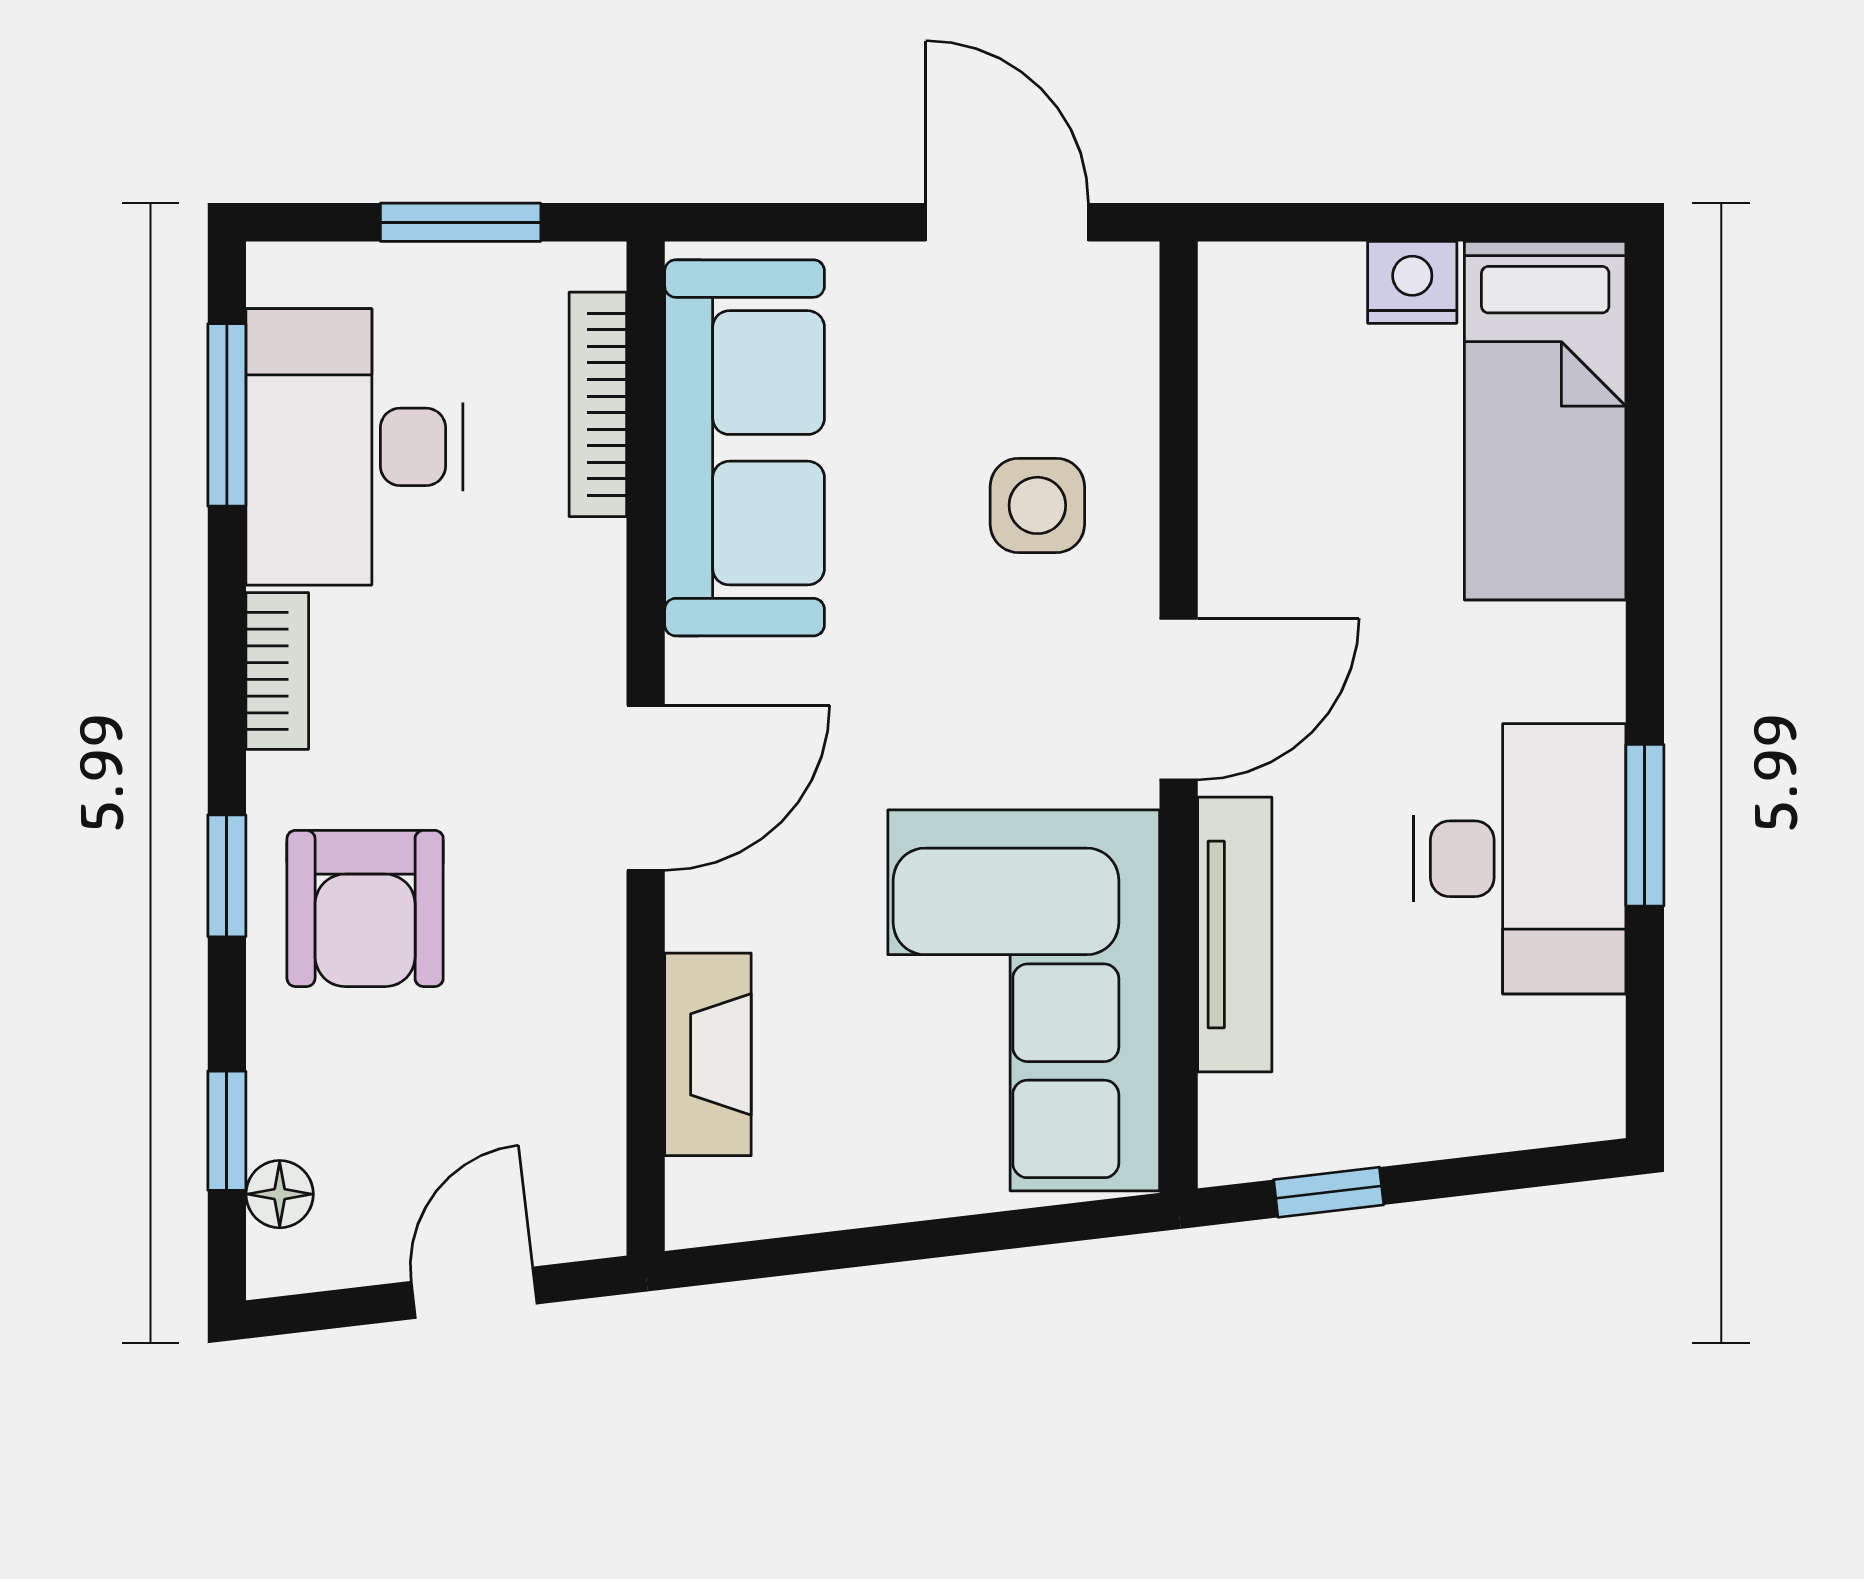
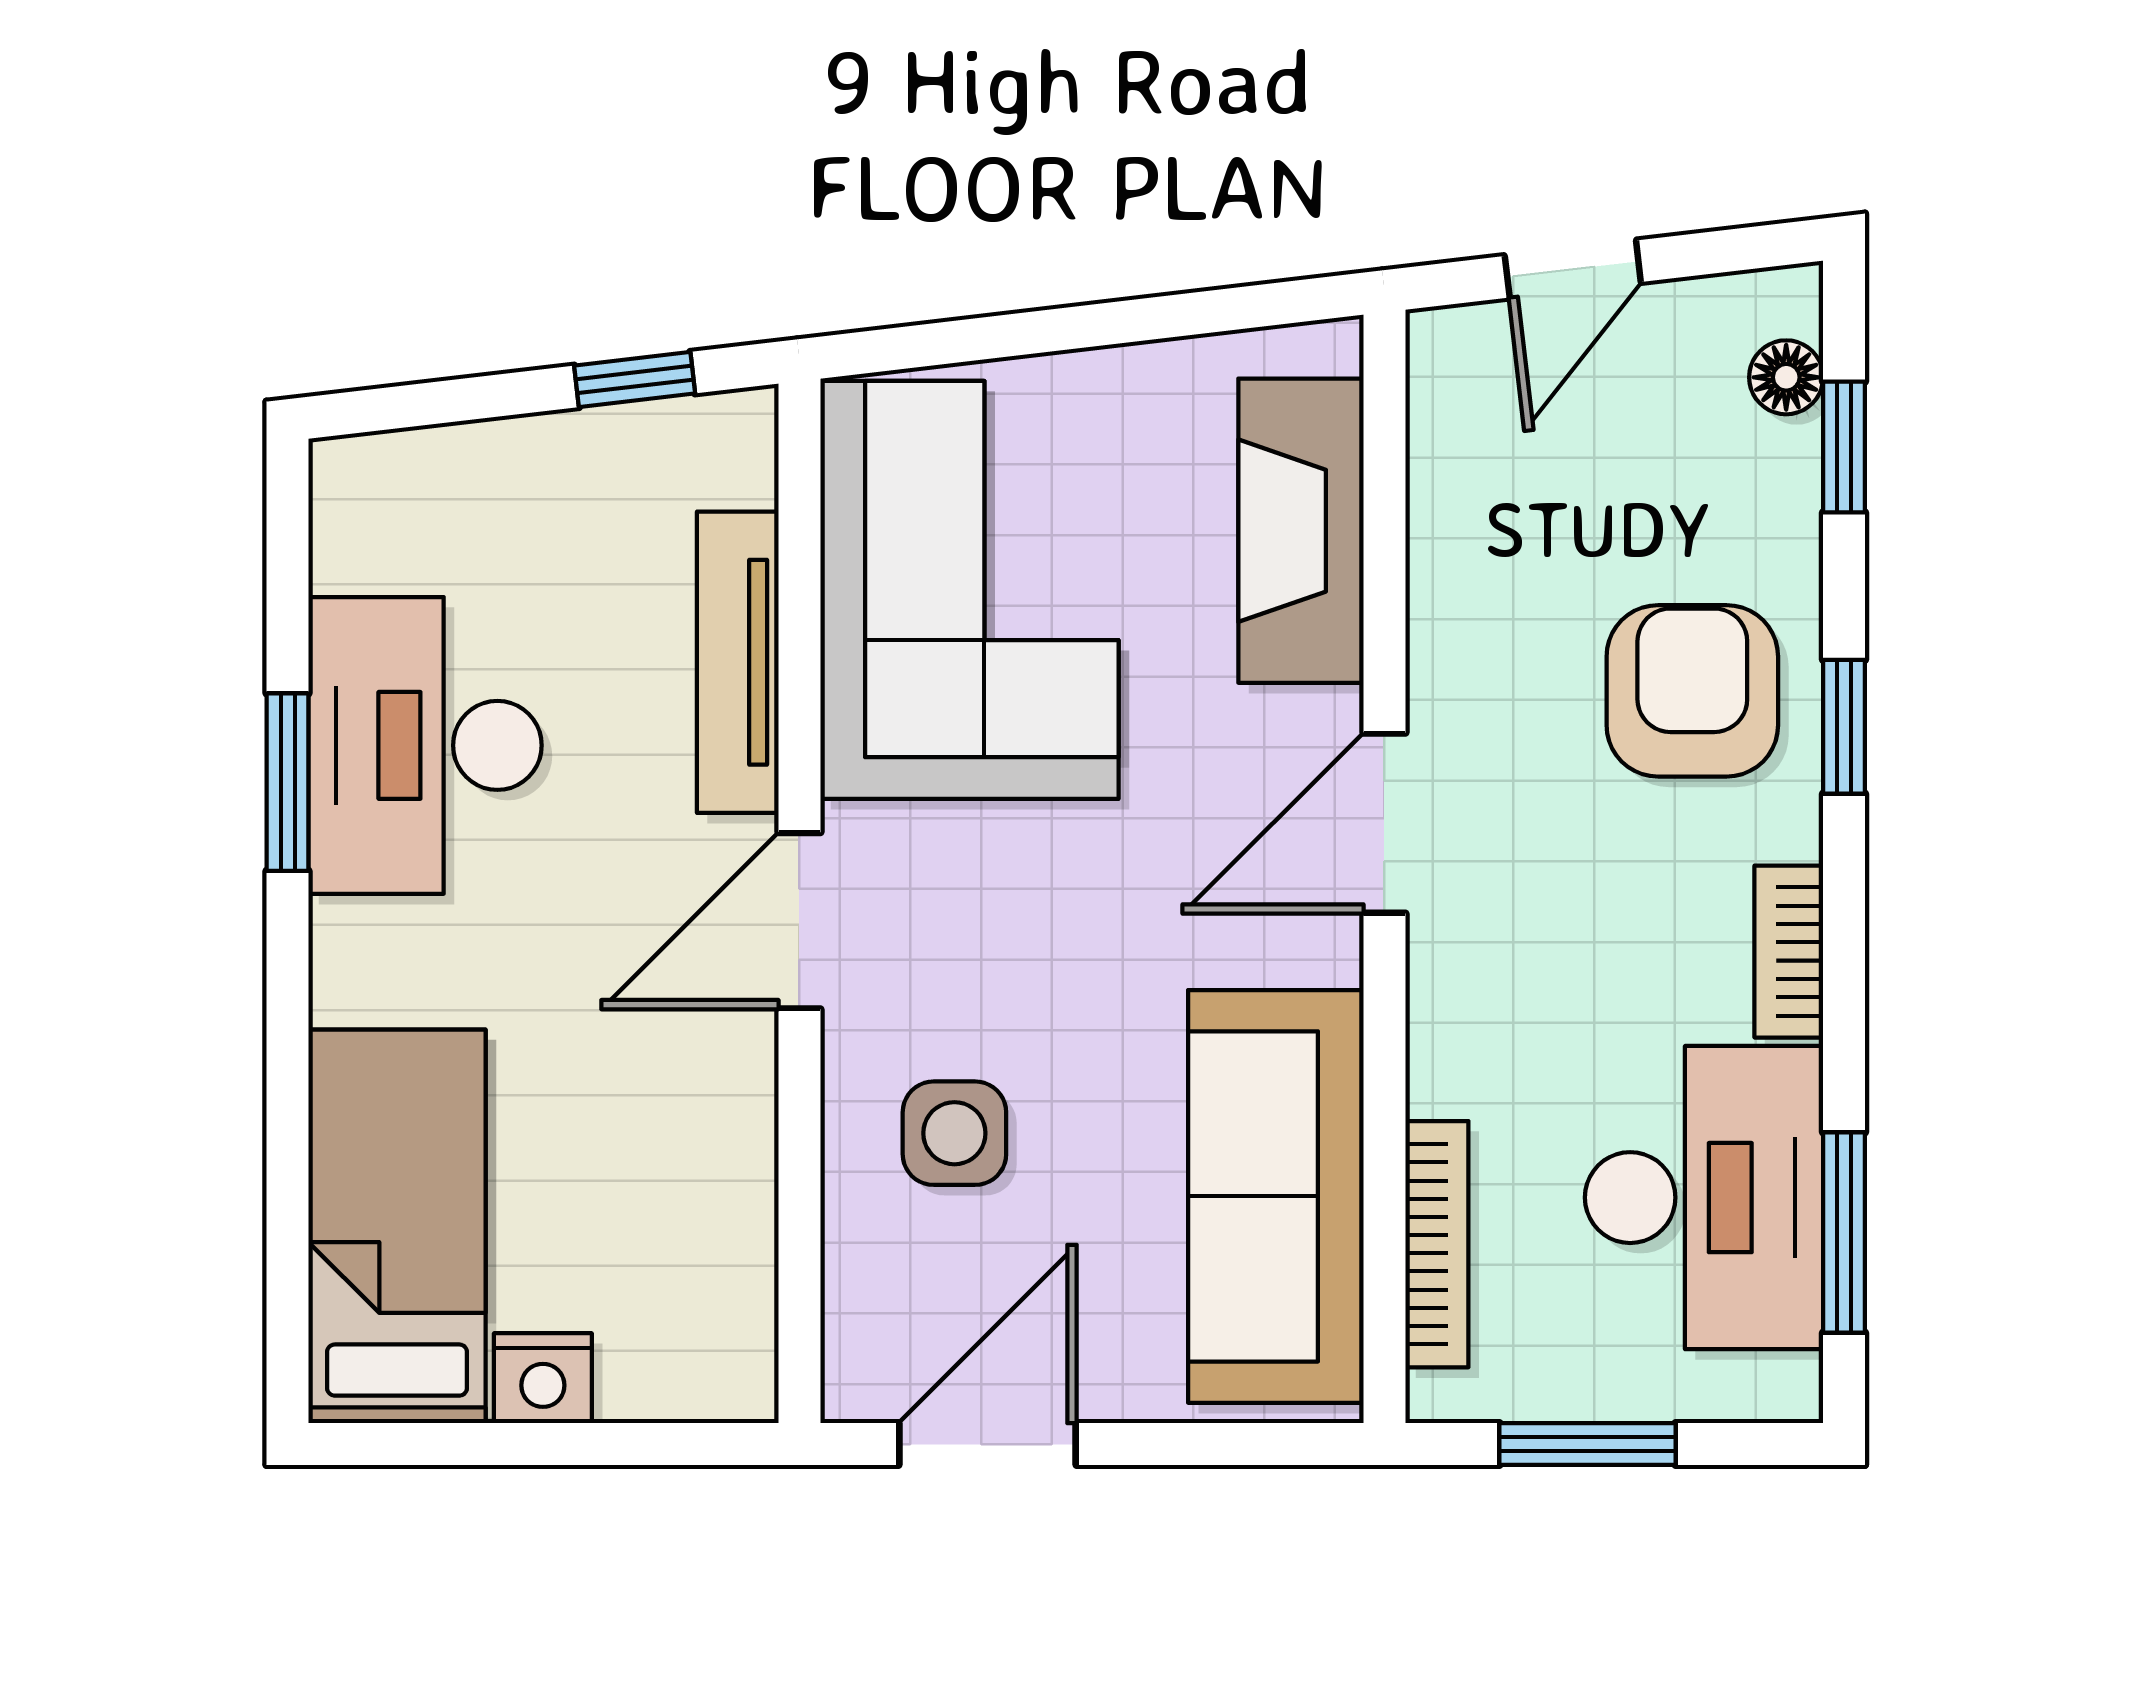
door: (1007, 222) -> (987, 1444), swing flipped
fireplace: (708, 1054) -> (1301, 531), width x1.37, depth x1.32

